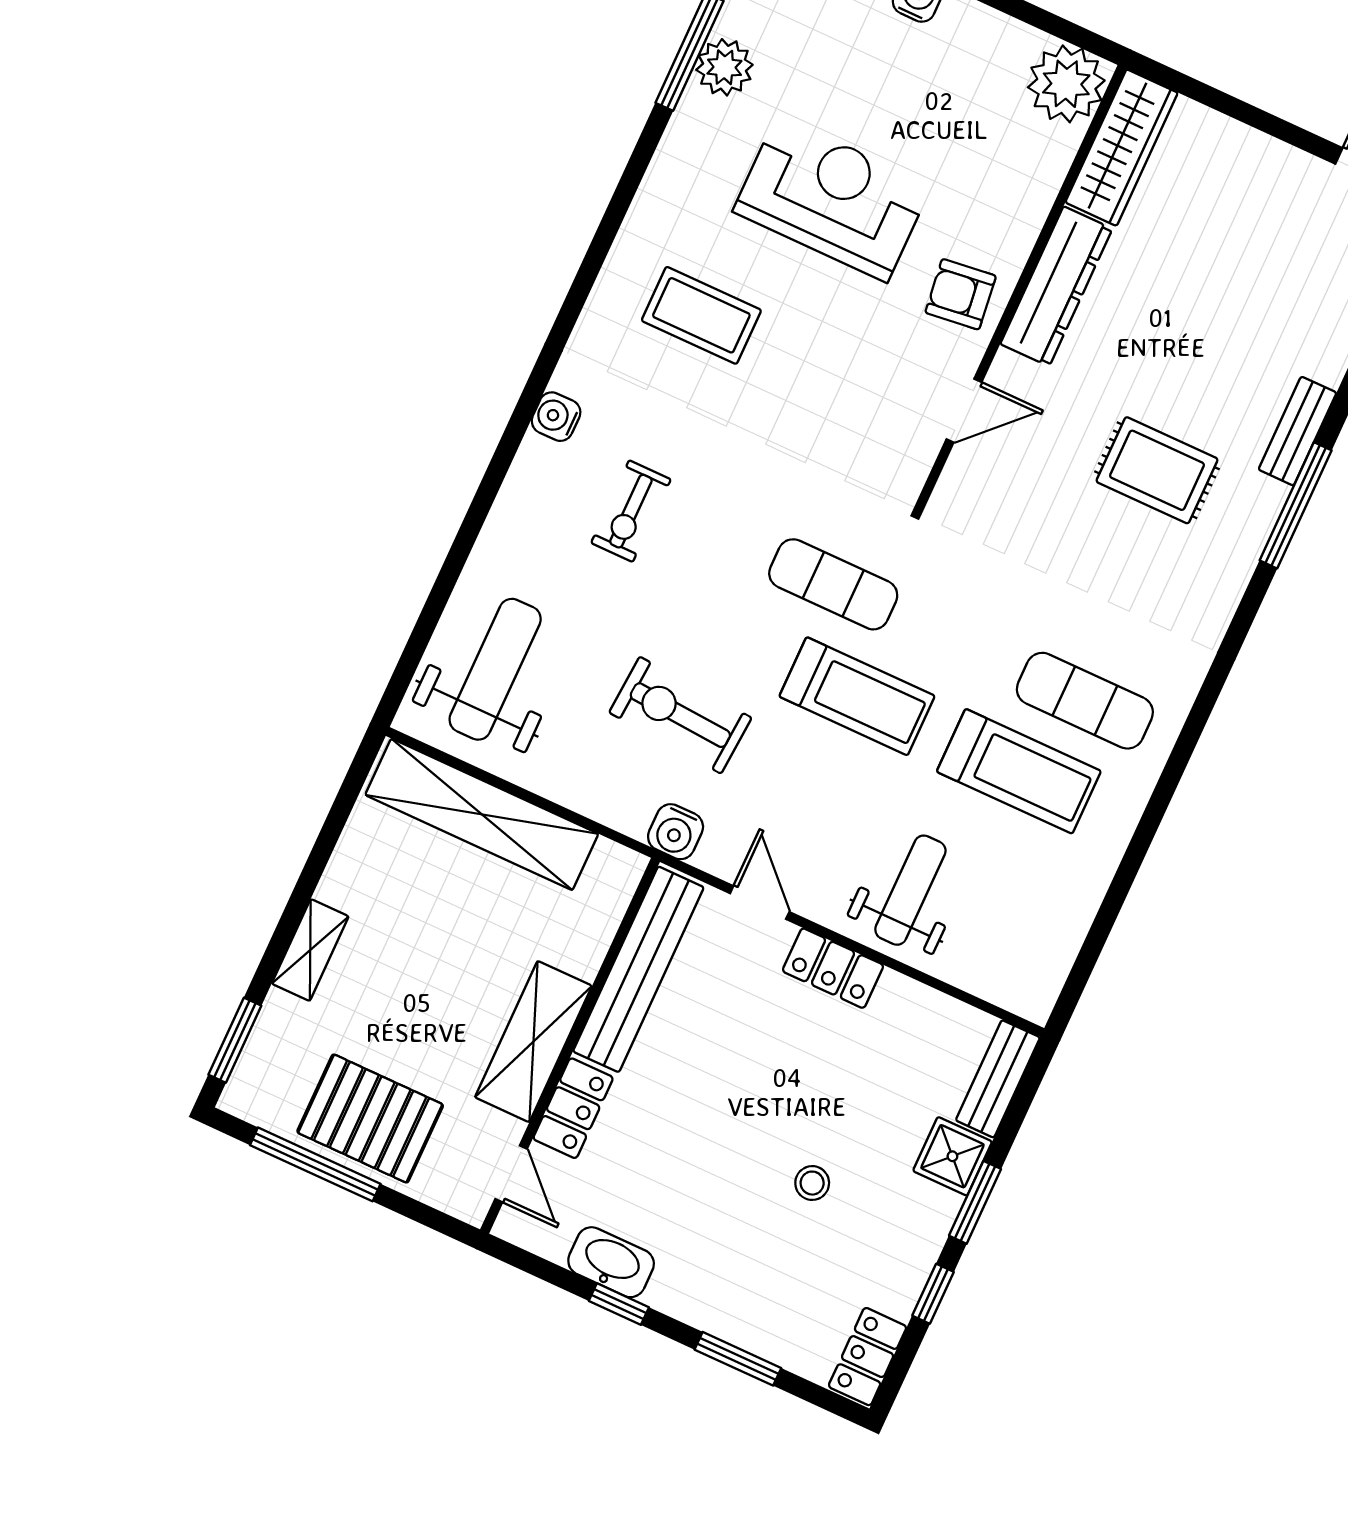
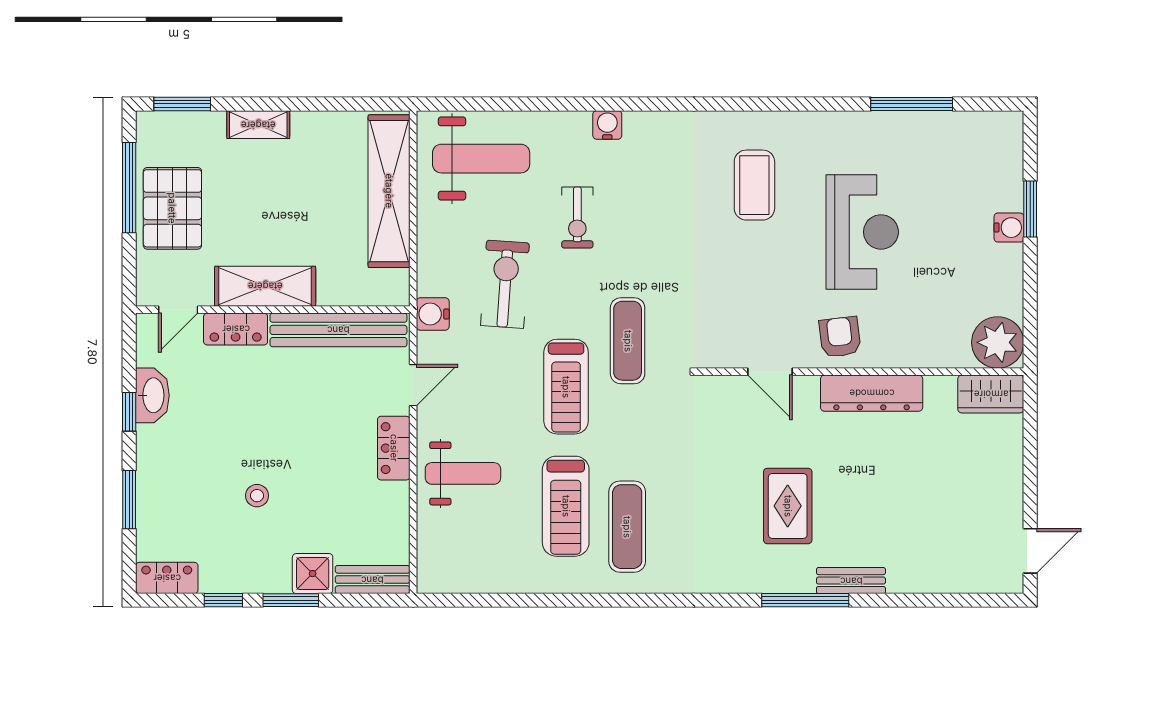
plant: (724, 67) -> (912, 130), removed
wardrobe: (1122, 148) -> (991, 394), width x0.67
water cooler: (556, 417) -> (607, 125), moved
exercise bike: (631, 511) -> (577, 217), moved, turned -90

